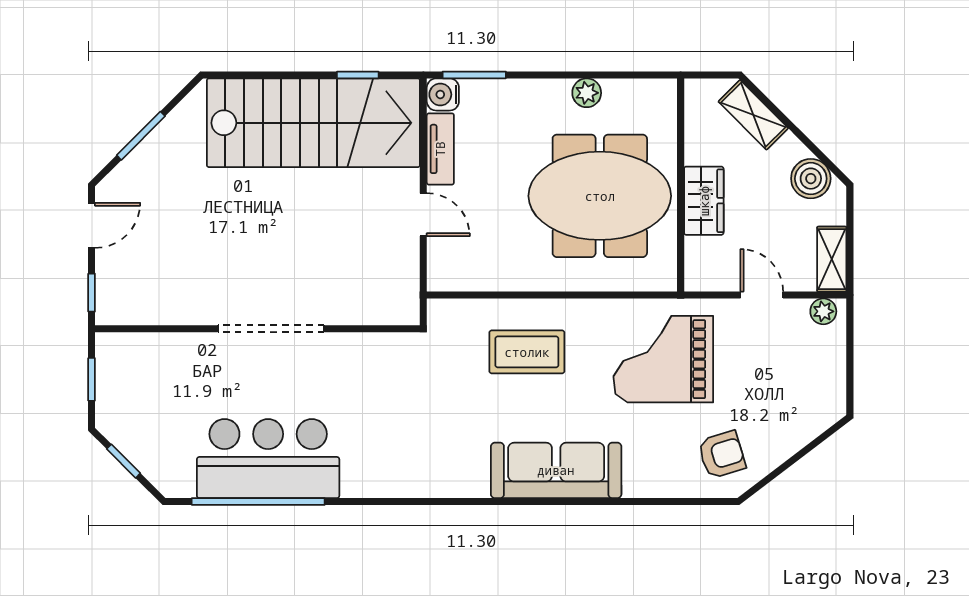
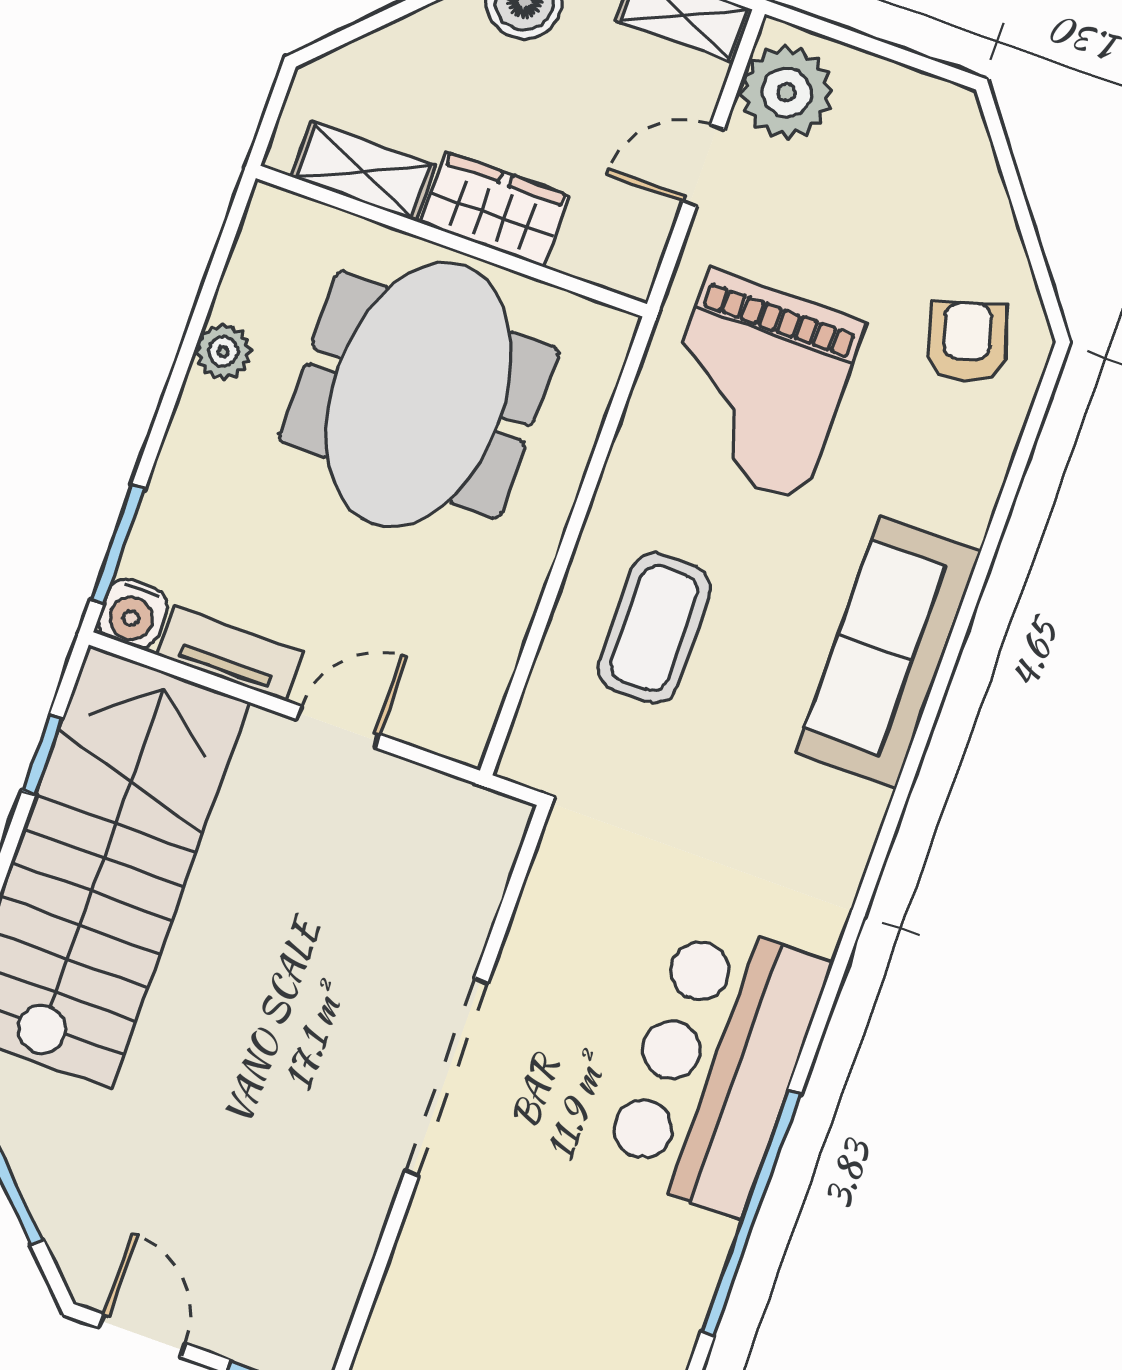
shelving: (753, 115) -> (363, 171), moved, turned 45
plant: (823, 311) -> (787, 92), width x1.87, depth x1.87
bar counter: (268, 459) -> (716, 1066), moved

